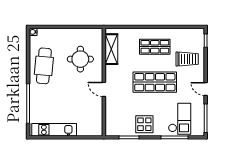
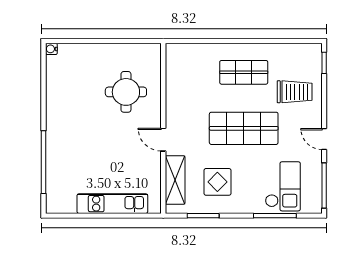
shelving: (111, 49) -> (175, 180), moved
cafe table: (44, 66) -> (68, 103), removed
display table: (144, 124) -> (217, 182), moved
kitchen unit: (54, 130) -> (112, 204), moved

